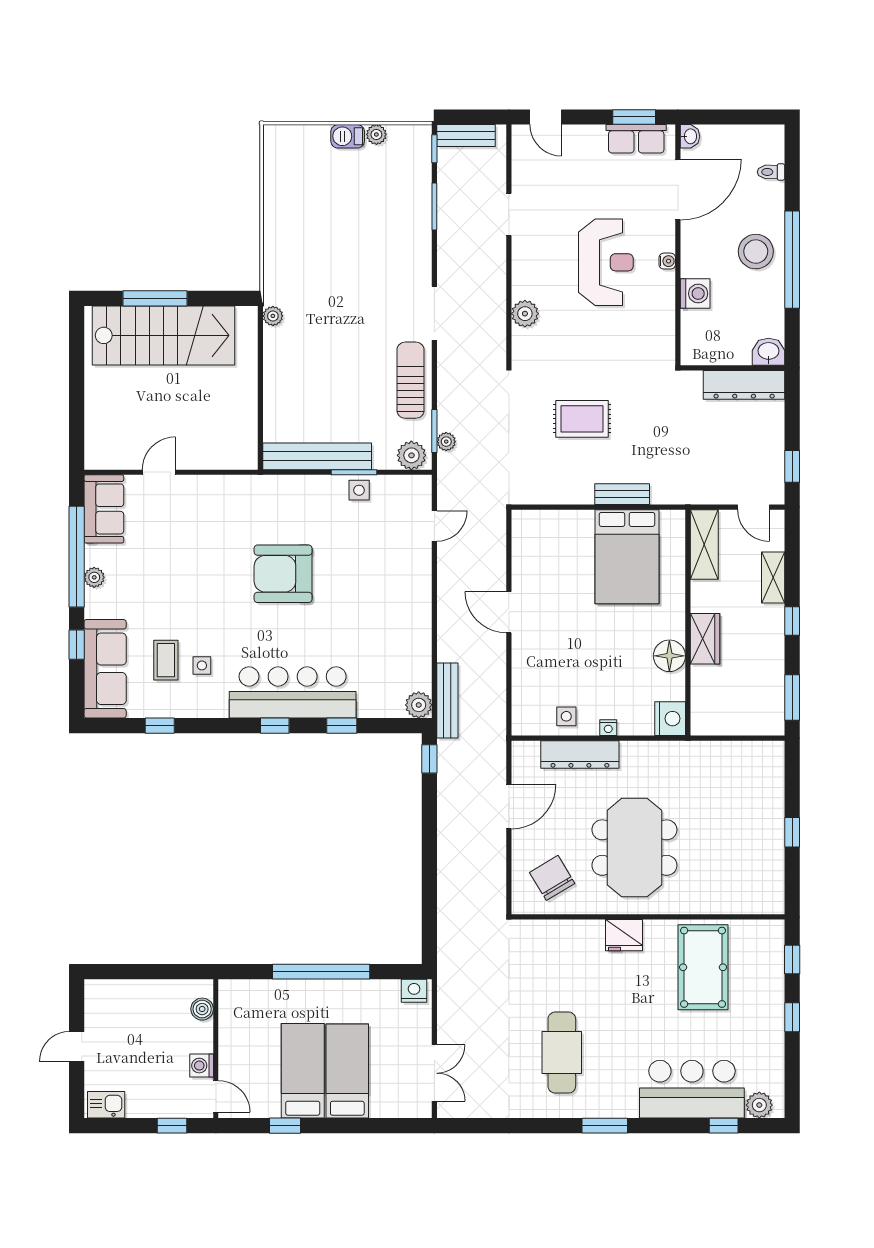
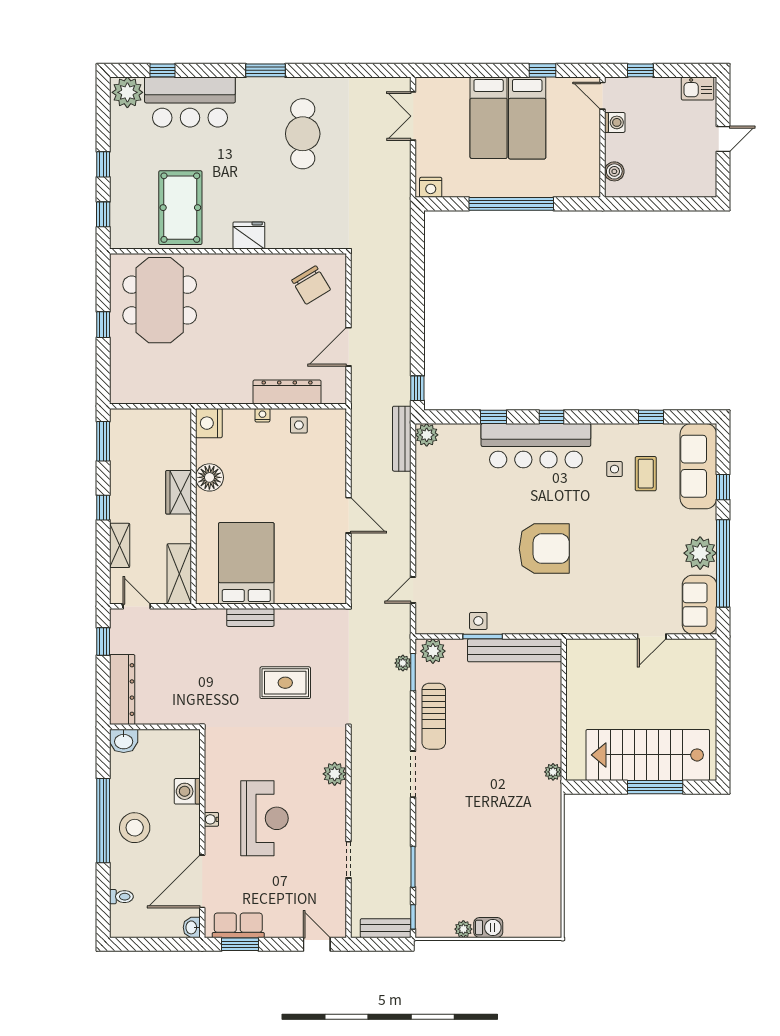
reception desk: (606, 262) -> (264, 818), turned 180
dresser: (744, 385) -> (122, 690), moved, turned 90
plant: (94, 577) -> (700, 553), width x1.87, depth x1.87
meeting table: (634, 848) -> (160, 300), moved
plant: (759, 1105) -> (127, 92), width x1.36, depth x1.36

